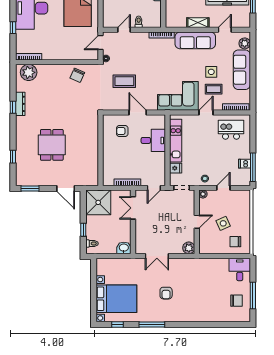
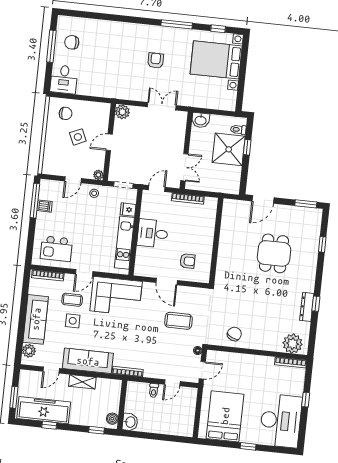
desk: (153, 140) -> (153, 233), moved
door: (66, 188) -> (263, 199), swing flipped
shower: (98, 202) -> (229, 149), moved

